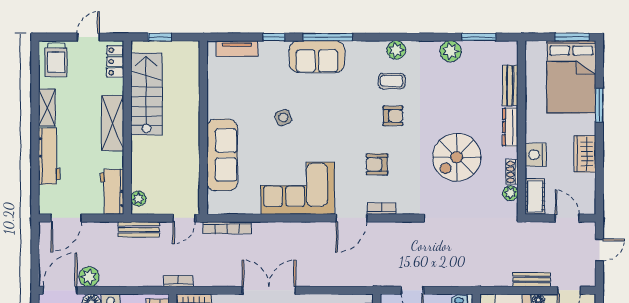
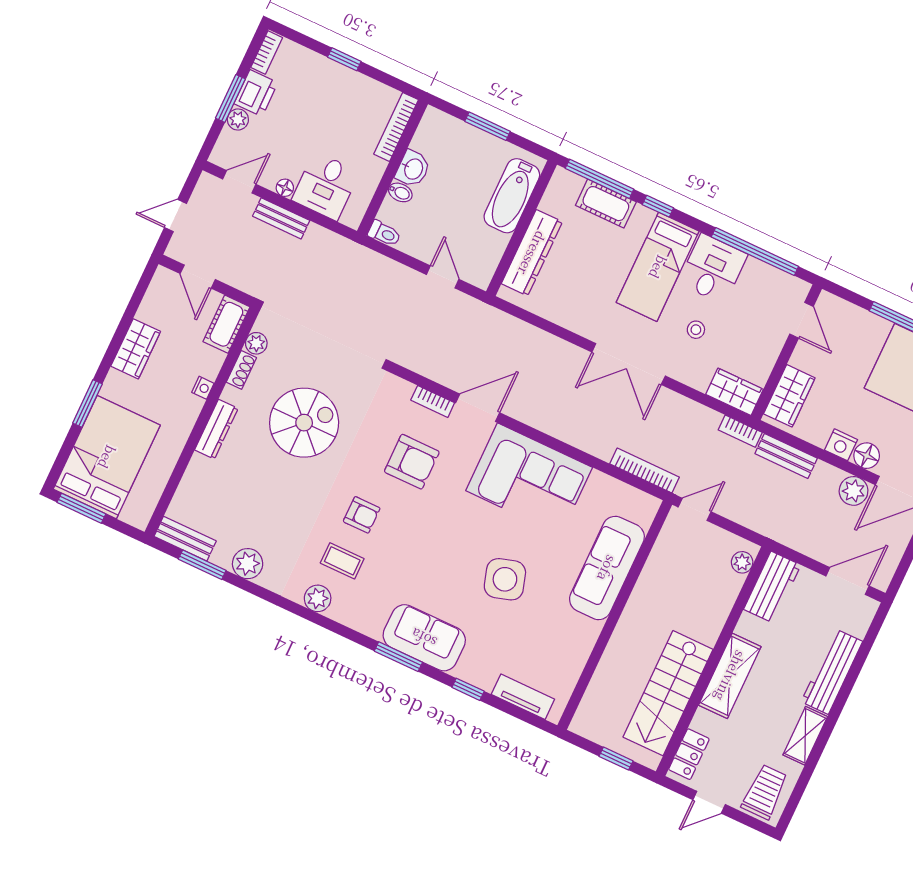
window: (328, 37) -> (398, 657), width x0.69
bench: (510, 86) -> (185, 539), moved, turned 90
armchair: (393, 116) -> (362, 515), turned 180
side table: (283, 118) -> (505, 579), width x1.87, depth x1.87
nightstand: (536, 155) -> (203, 388), width x0.53, depth x0.56
armchair: (377, 164) -> (412, 462), width x1.38, depth x1.38
bench: (139, 229) -> (786, 456), moved

